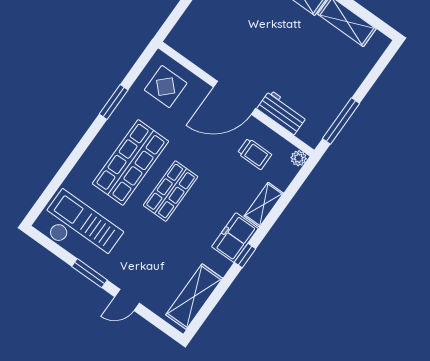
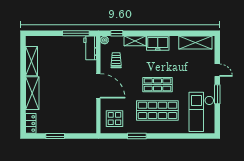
workbench: (282, 112) -> (90, 48), moved
window: (245, 255) -> (117, 33), moved

